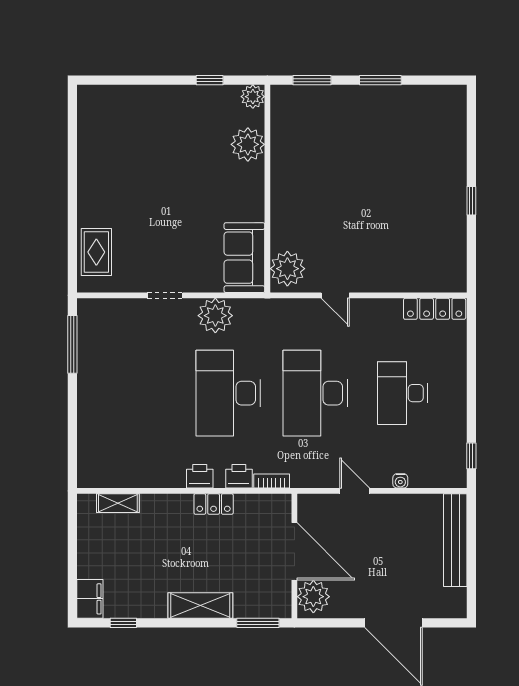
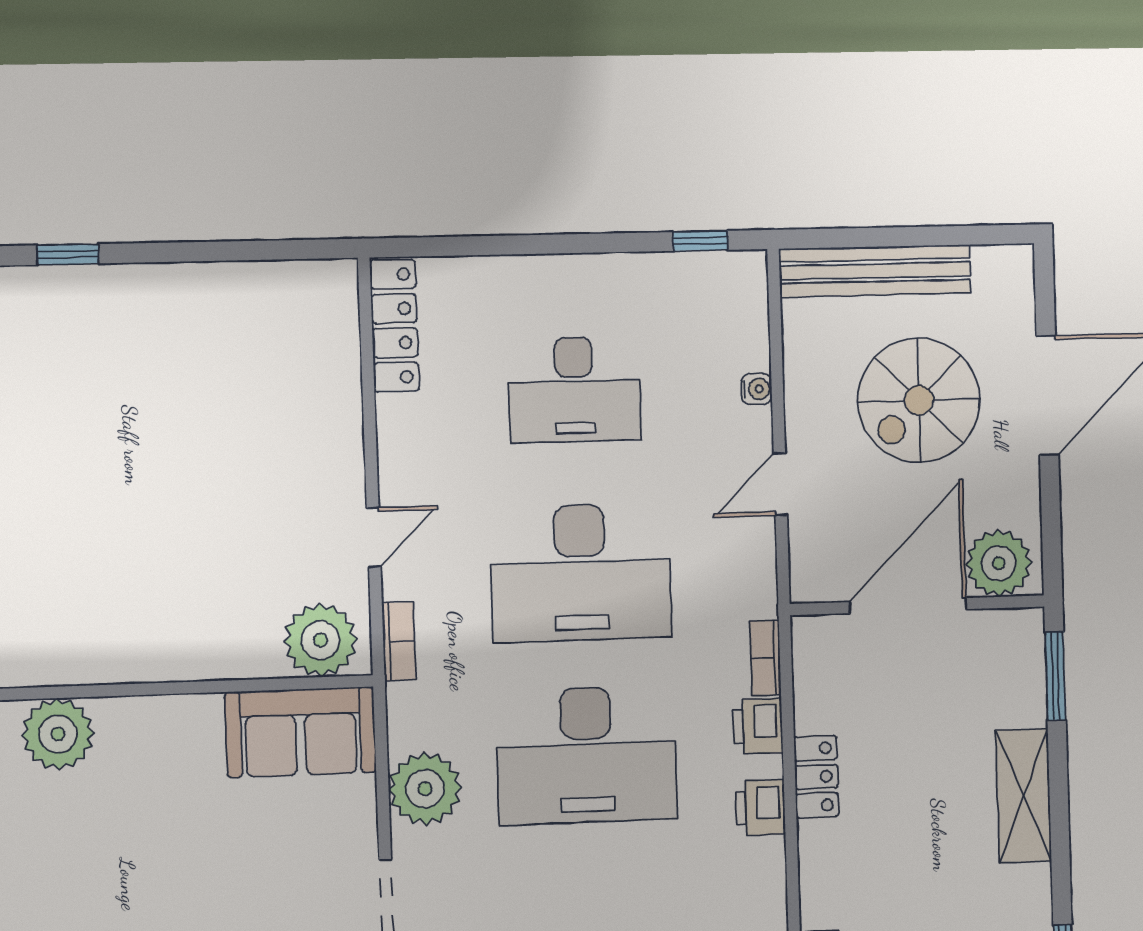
window: (471, 201) -> (68, 254), moved
bookcase: (286, 306) -> (399, 641), added
spiral stairs: (393, 560) -> (919, 400), added

